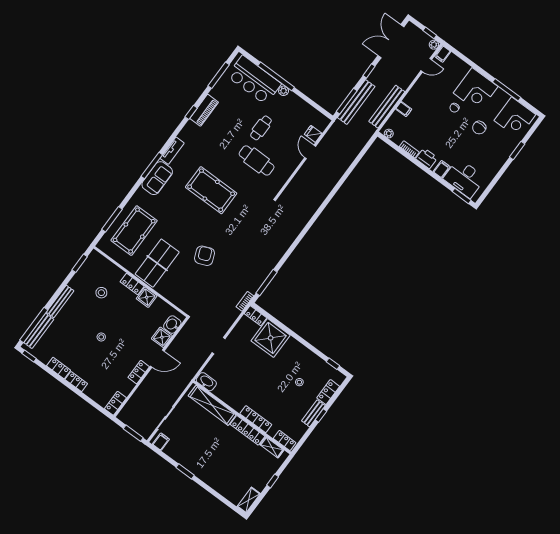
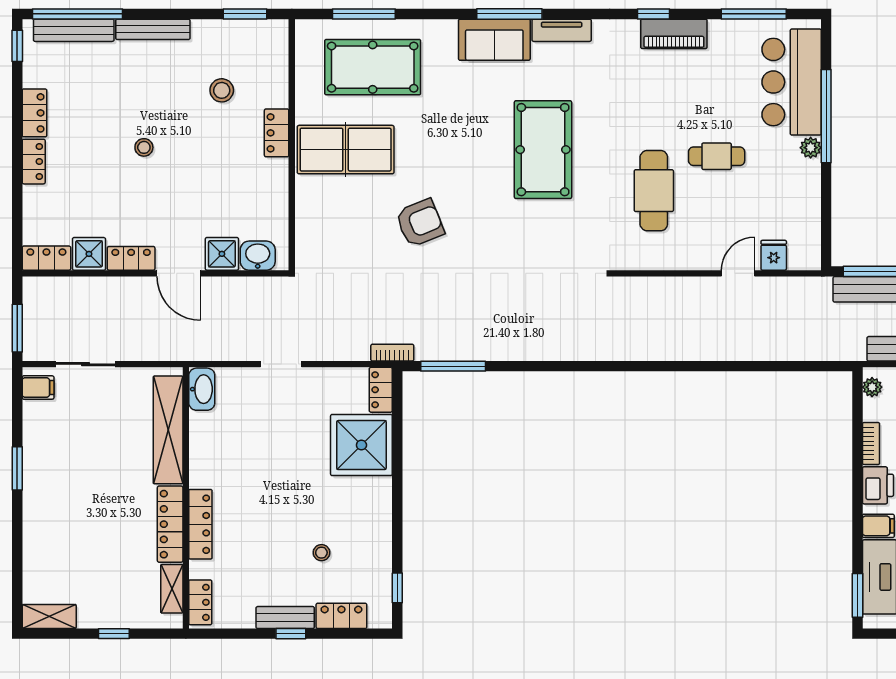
shower: (147, 297) -> (89, 254), moved

